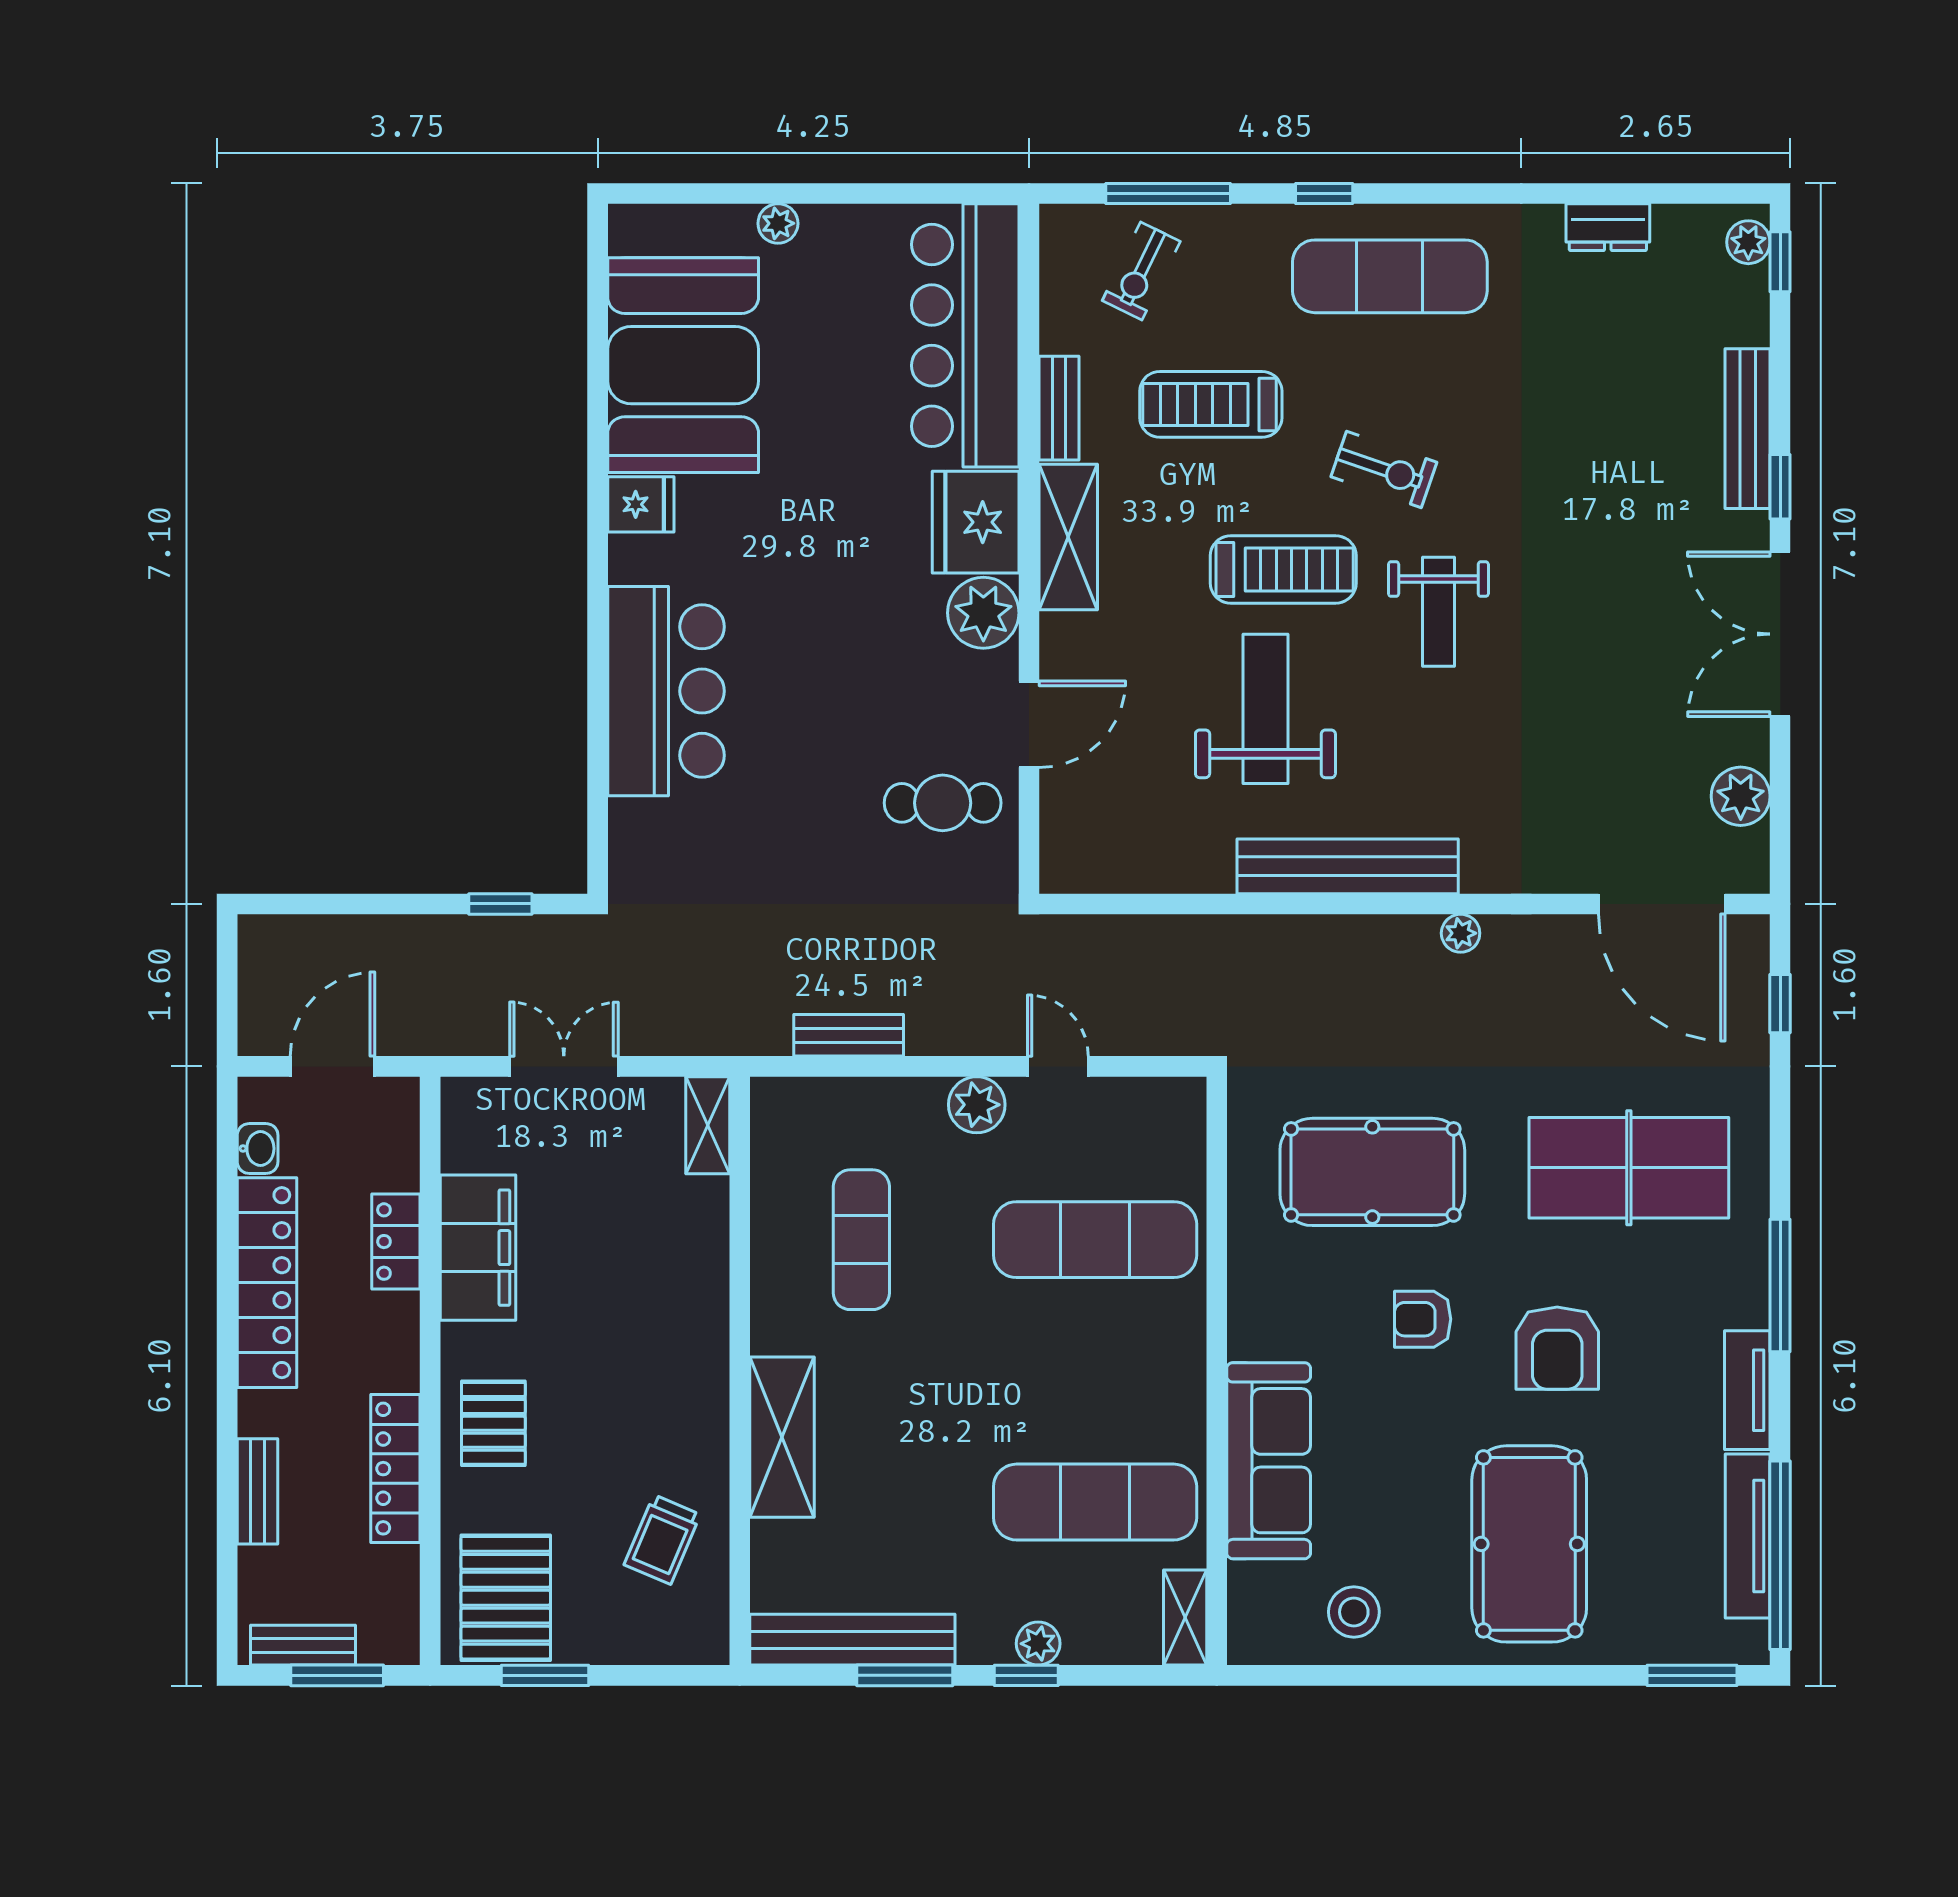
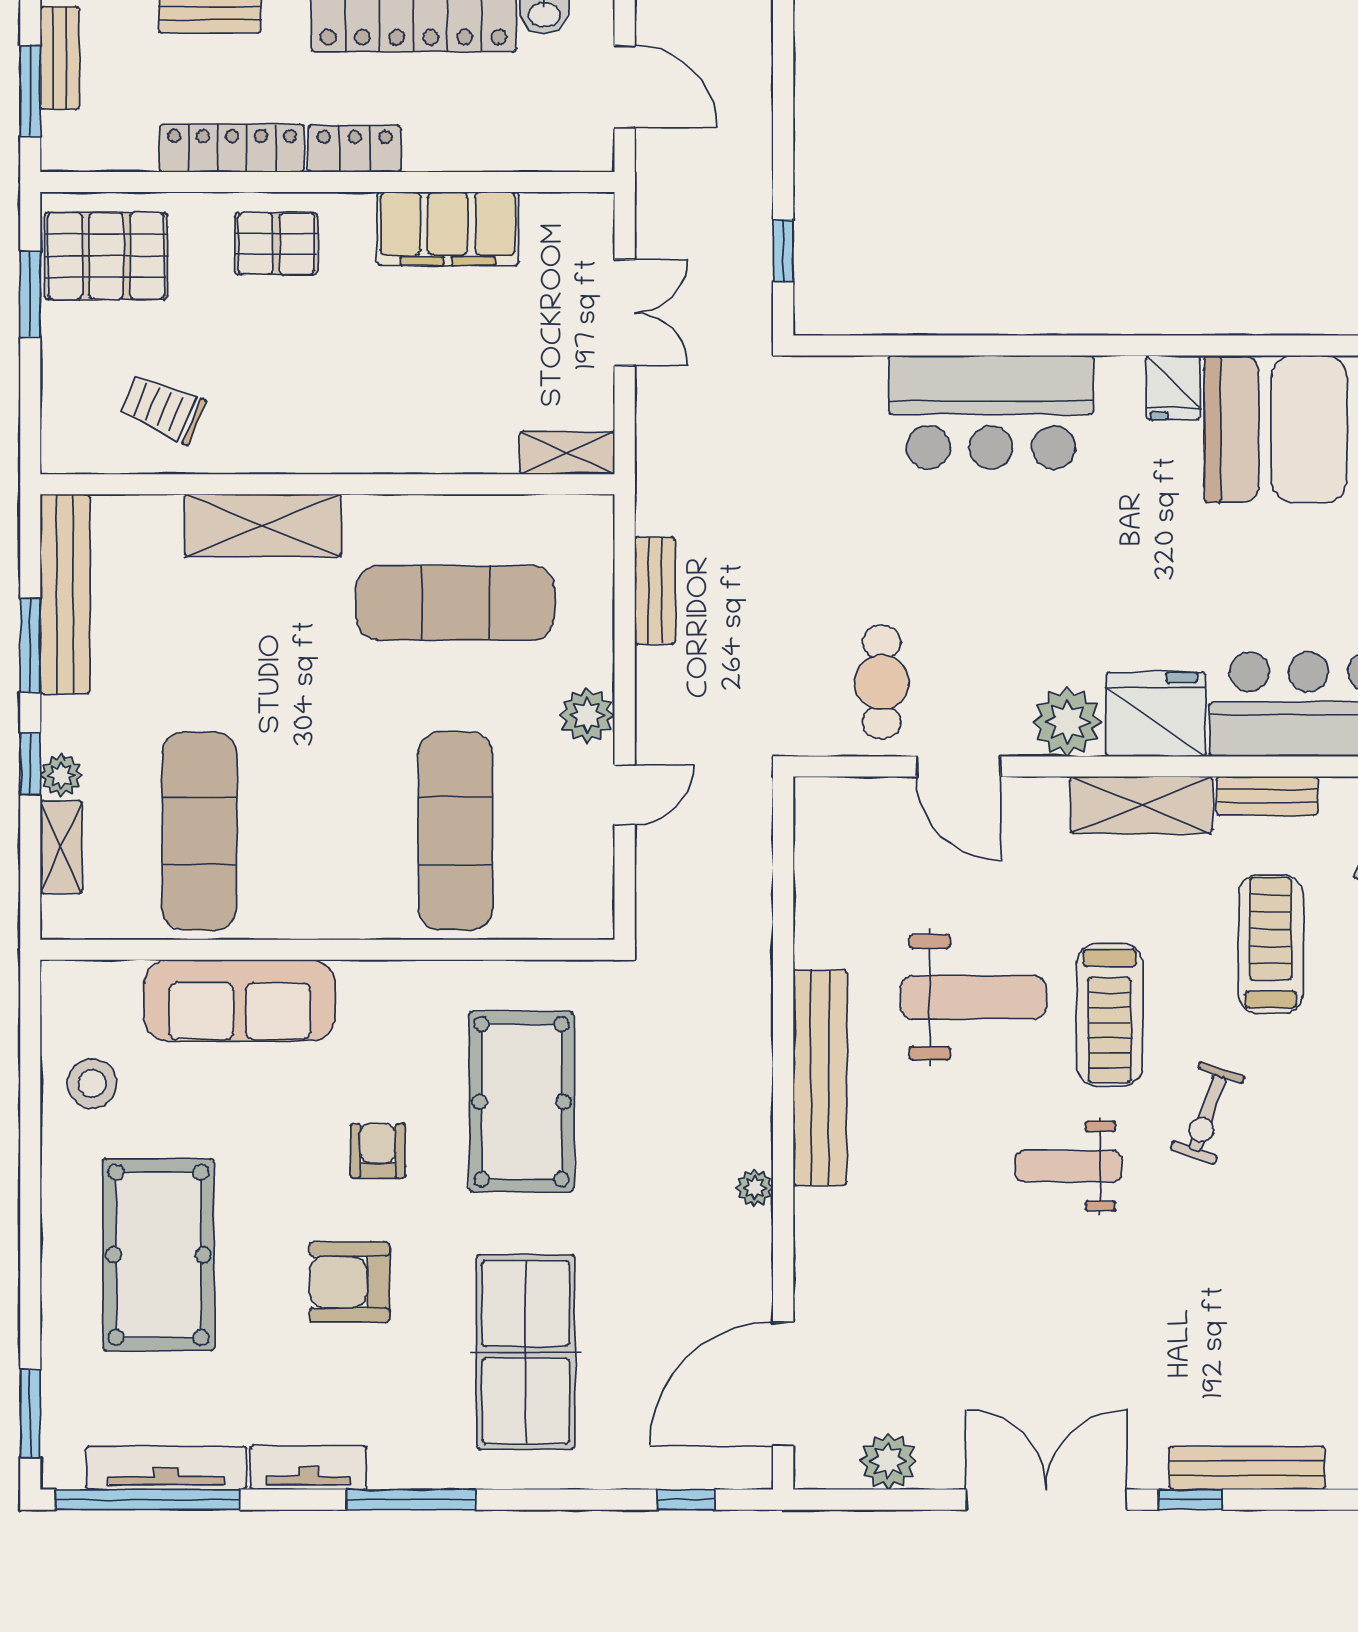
exercise mat: (861, 1240) -> (455, 603), width x1.36, depth x1.45
locker: (396, 1242) -> (355, 149), moved
pool table: (1529, 1544) -> (158, 1255), turned 90
shelving: (1185, 1618) -> (61, 847), moved, turned 90

